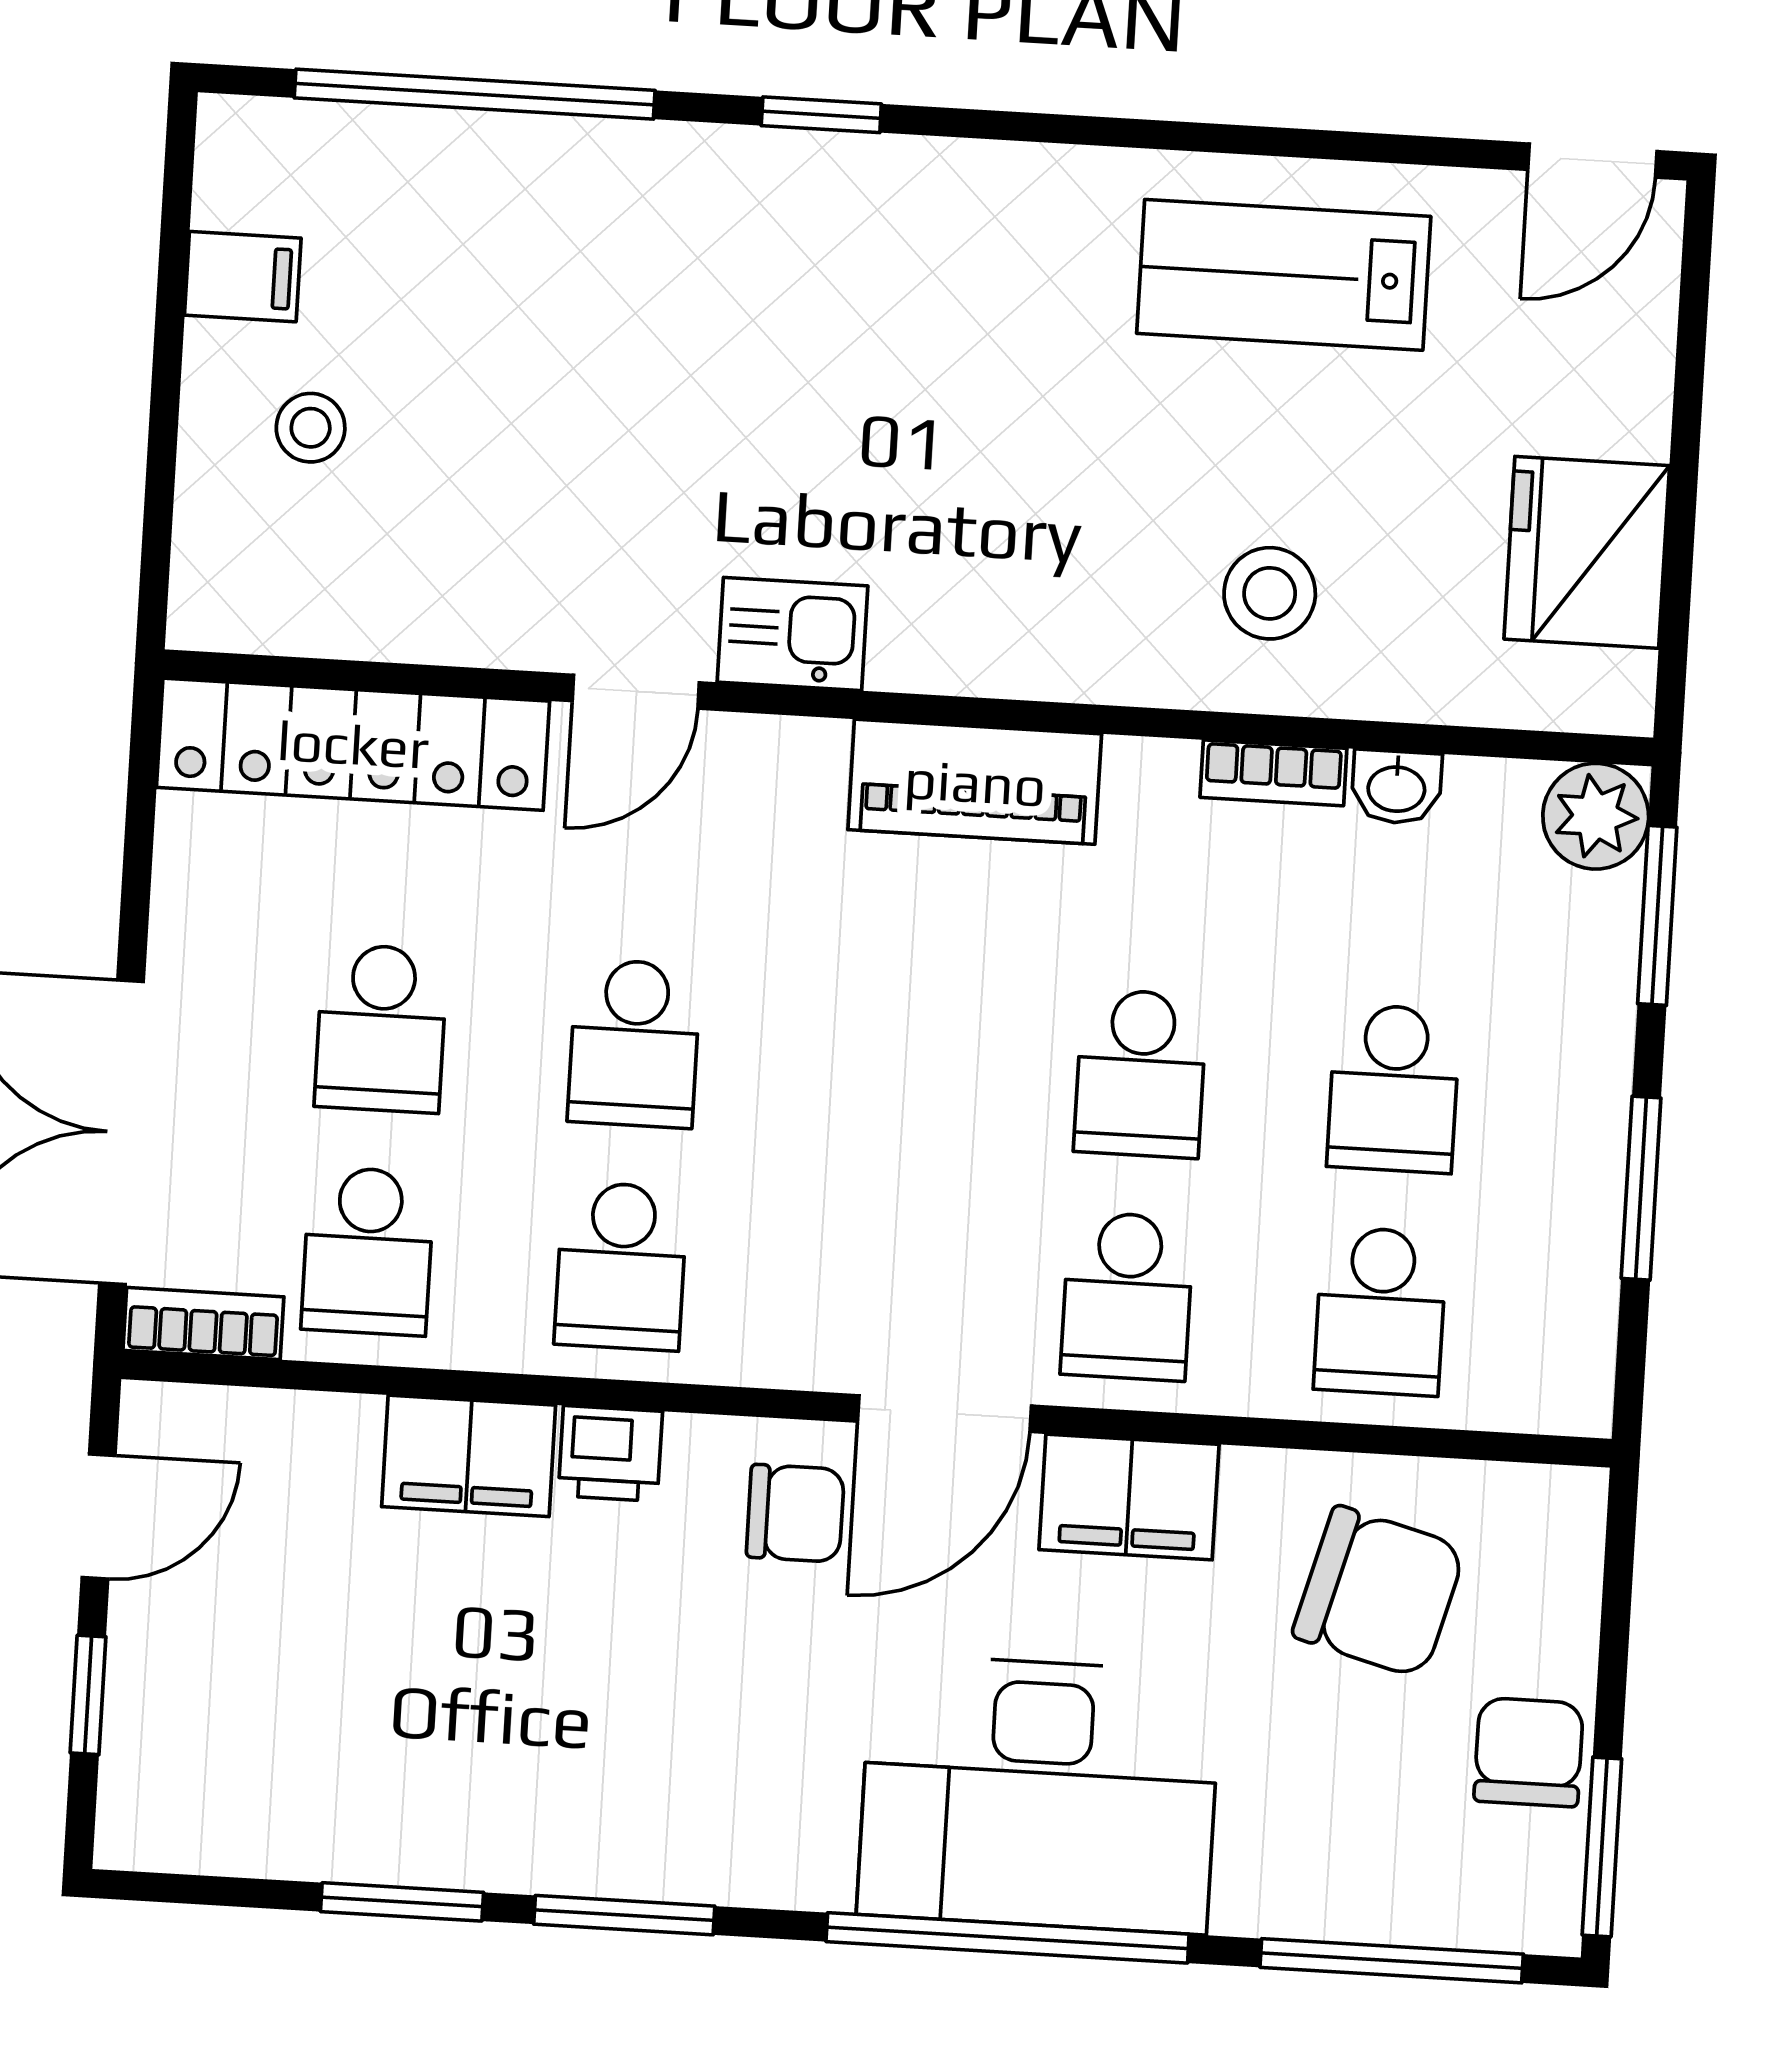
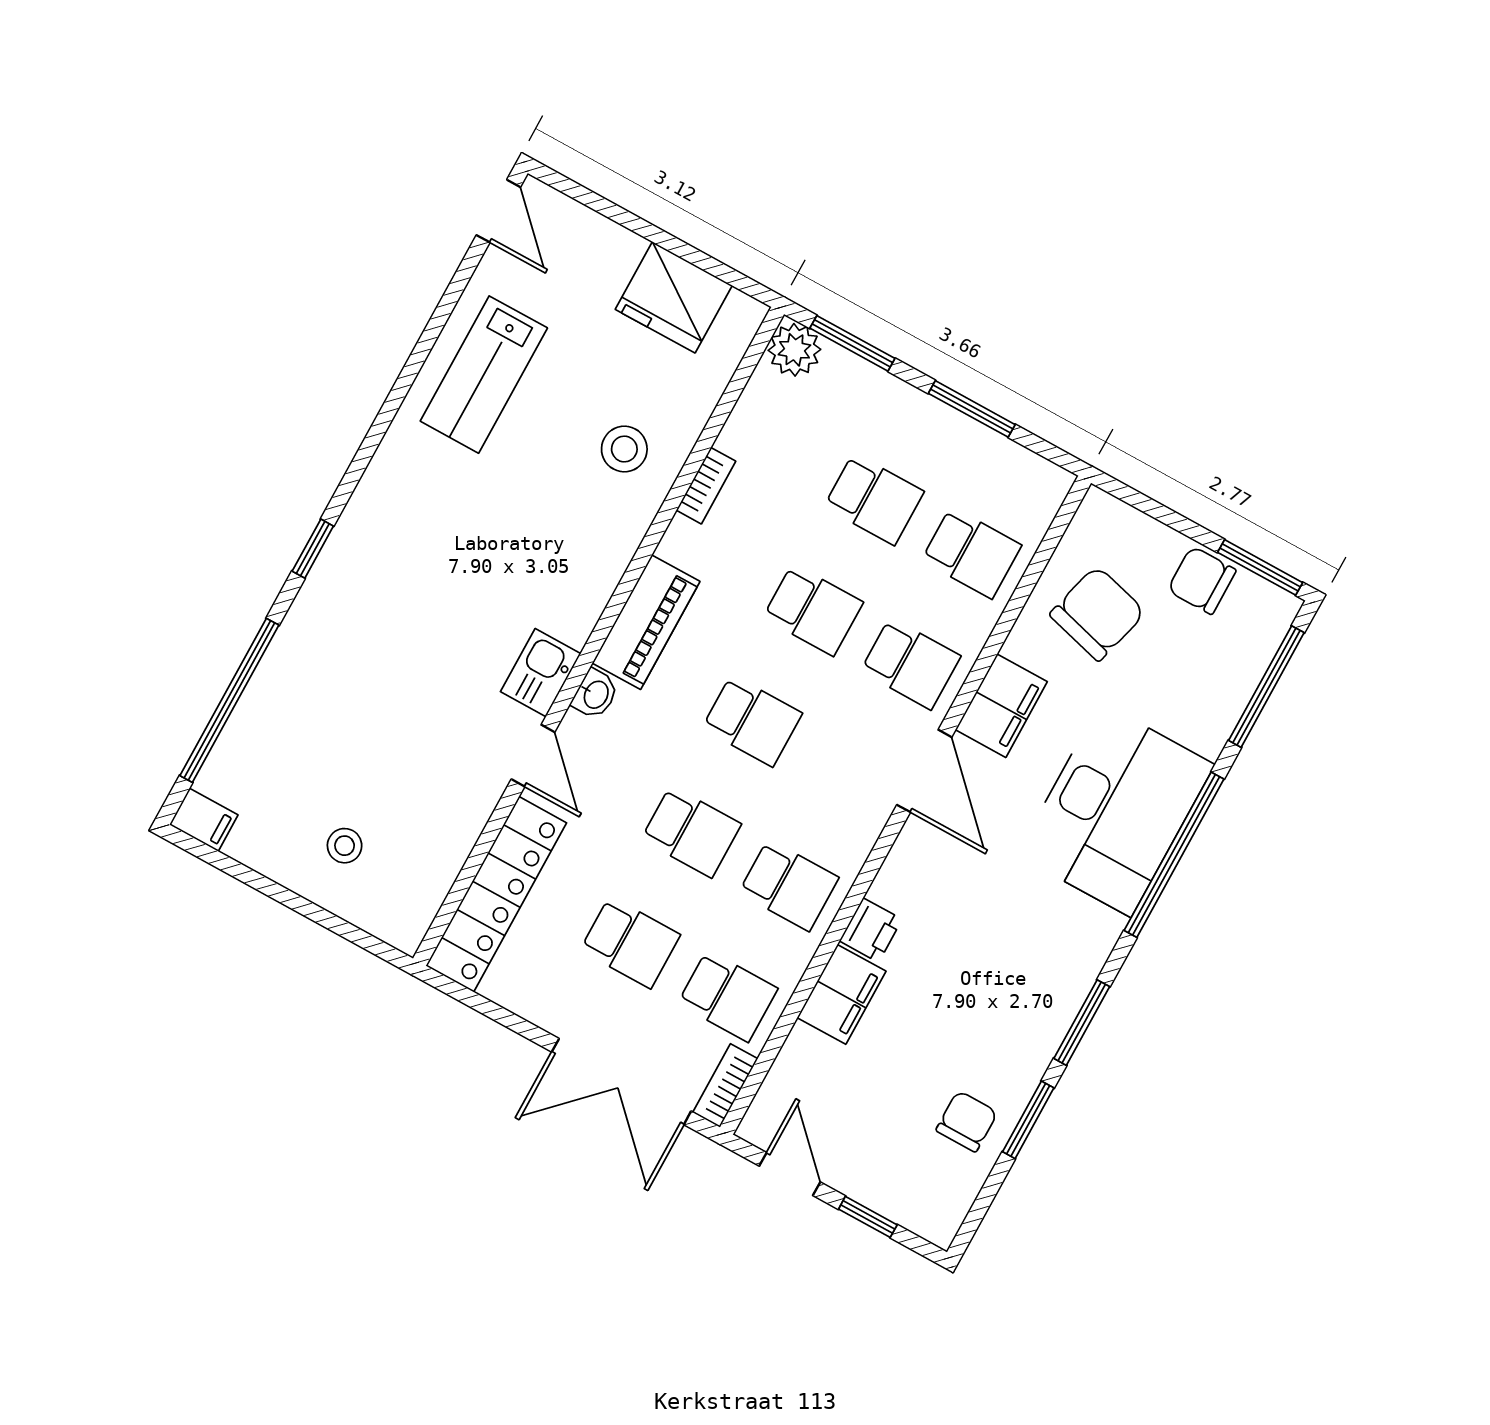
filing cabinet: (243, 277) -> (204, 820), moved, turned 90
washbasin: (1396, 787) -> (595, 694), moved
school desk: (887, 1058) -> (752, 721), added
chair: (795, 1513) -> (967, 1121), moved

